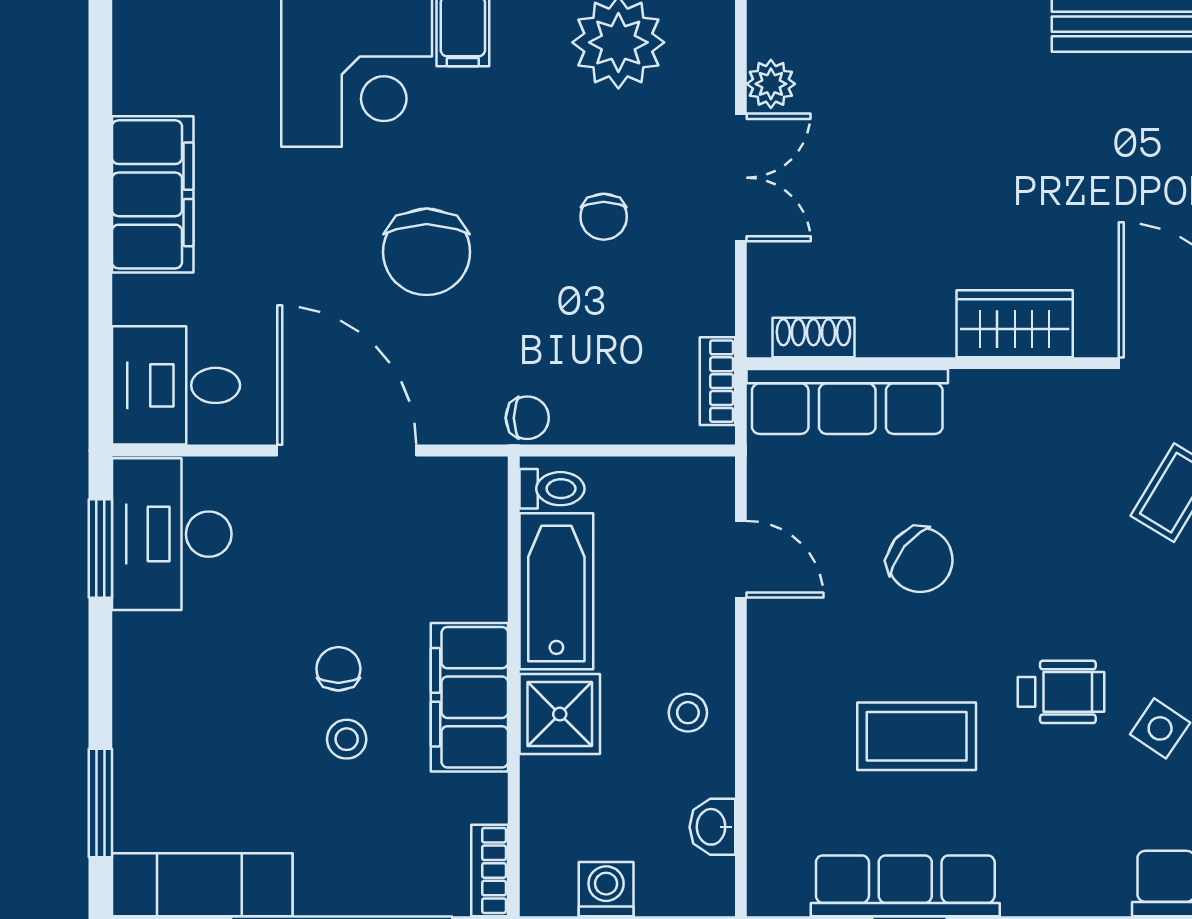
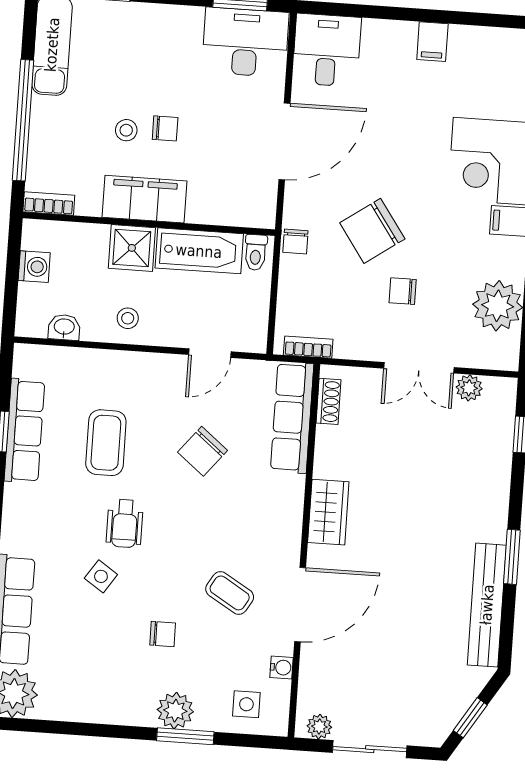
filing cabinet: (153, 194) -> (432, 42), width x0.33, depth x0.86
chair: (427, 252) -> (372, 231), moved, turned -35

